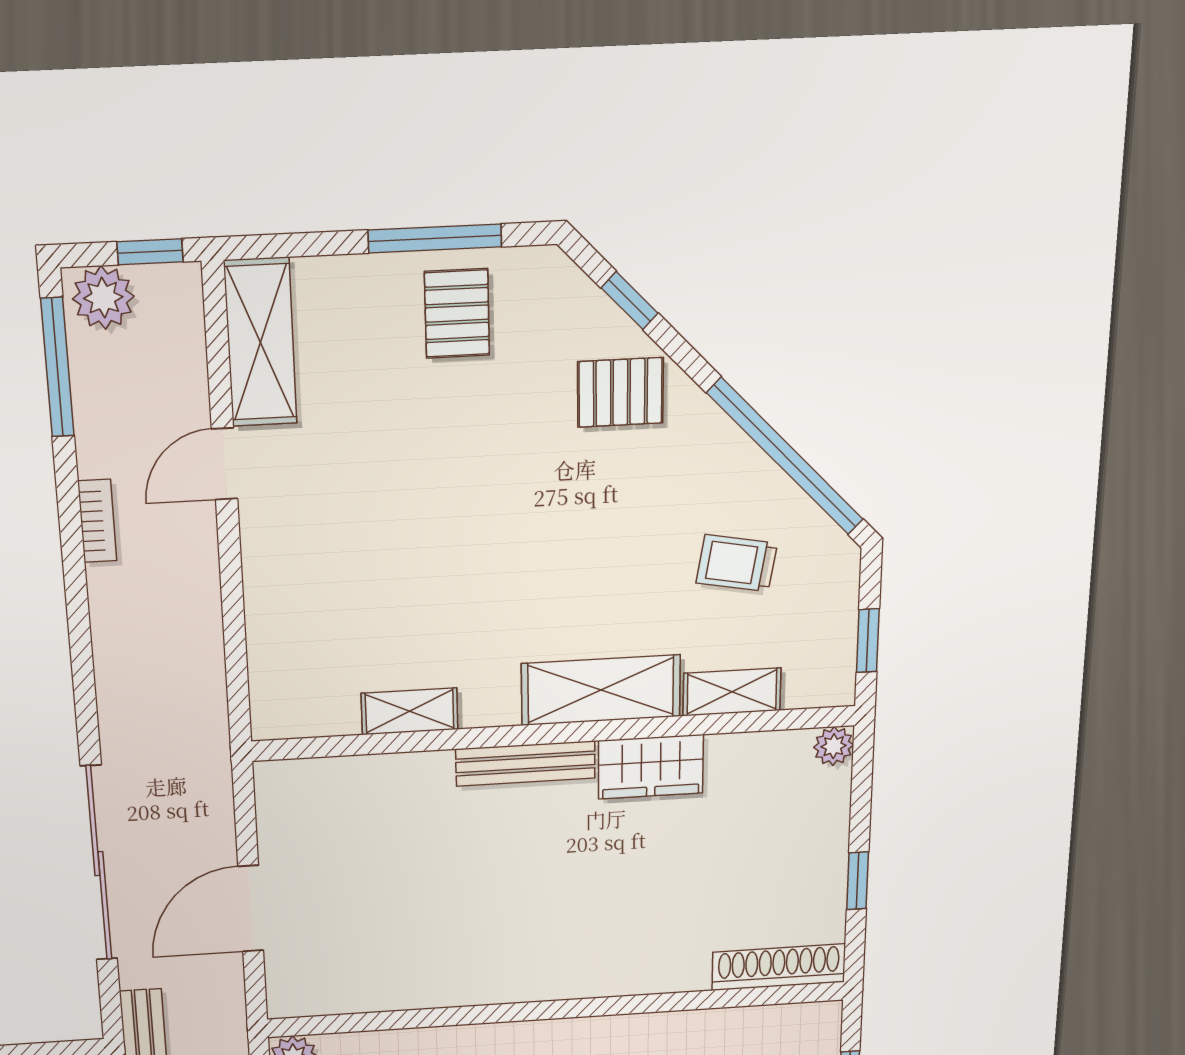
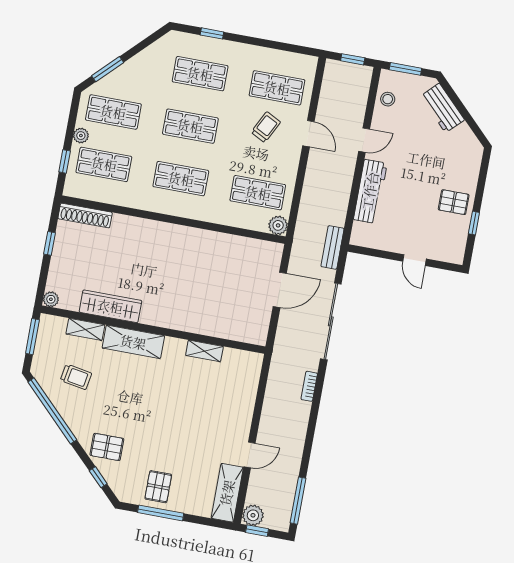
plant: (103, 298) -> (253, 515), moved
bookcase: (97, 521) -> (309, 386), moved
window: (868, 641) -> (32, 337), width x1.50
bench: (526, 764) -> (166, 321), removed
wardrobe: (651, 767) -> (110, 306), width x1.50

